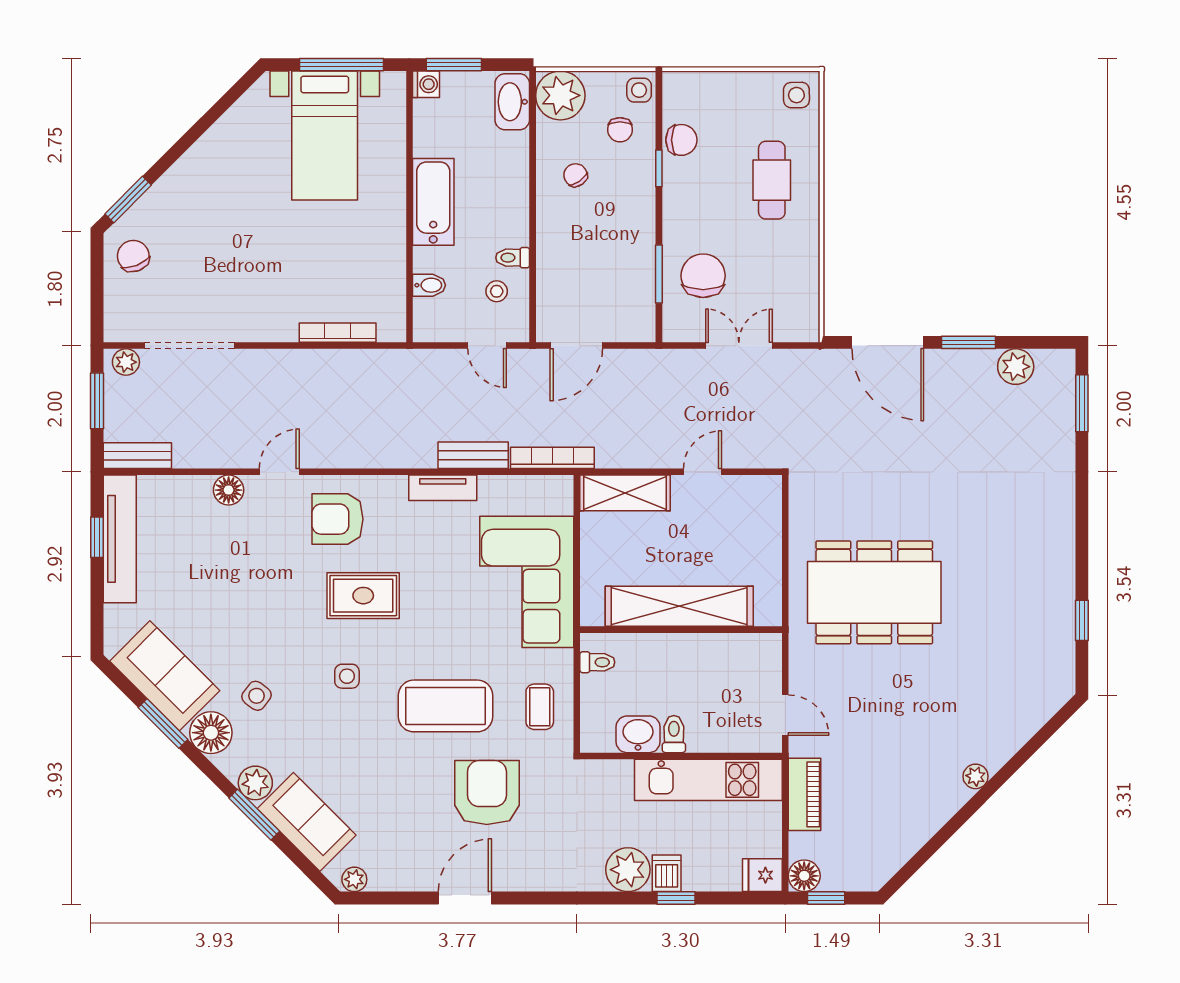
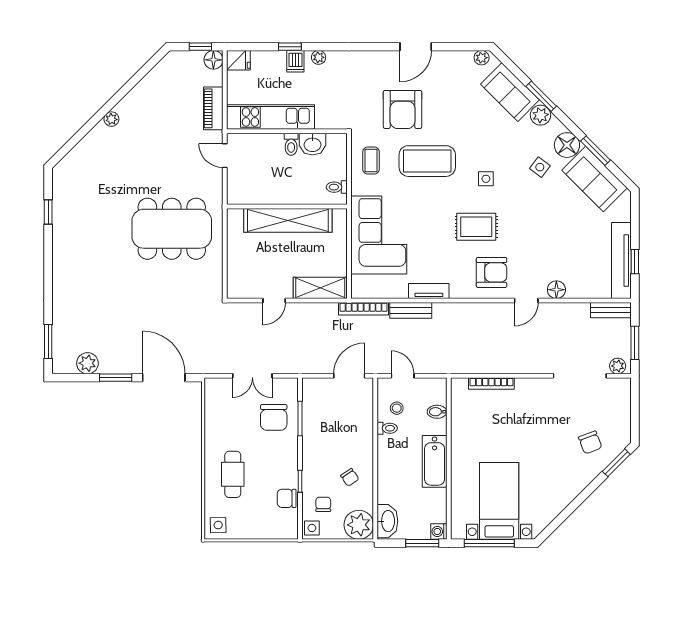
chair: (133, 256) -> (590, 442), moved
plant: (628, 870) -> (319, 57), width x0.53, depth x0.53

